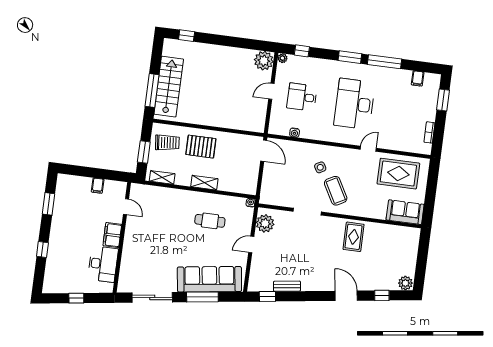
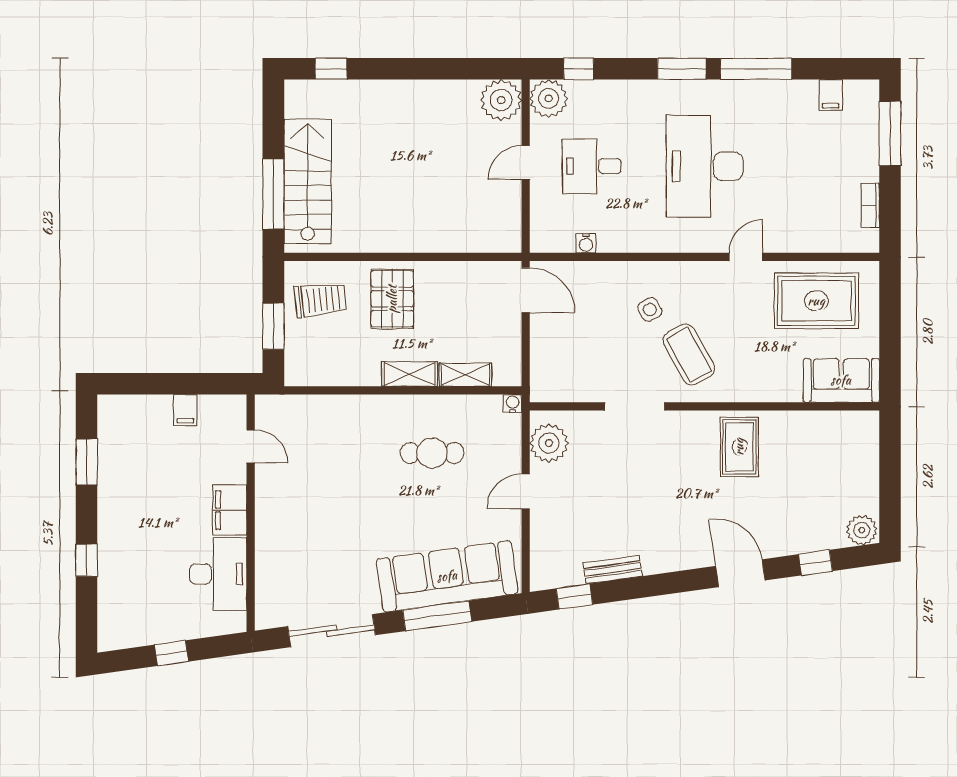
plant: (282, 58) -> (549, 98), width x1.88, depth x1.88
window: (443, 100) -> (890, 133), width x1.44
pallet: (201, 147) -> (392, 299), turned 90
shelving: (162, 177) -> (465, 375), moved

